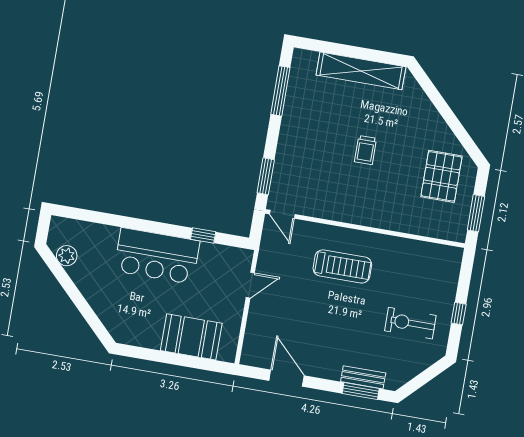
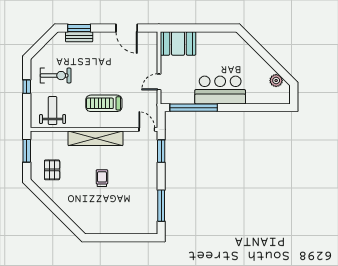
shelving: (361, 71) -> (95, 138), moved
pallet: (441, 176) -> (52, 170), width x0.67, depth x0.71
window: (203, 236) -> (194, 108), width x3.17
weight bench: (425, 269) -> (53, 111), added
booth: (191, 337) -> (178, 43), moved

